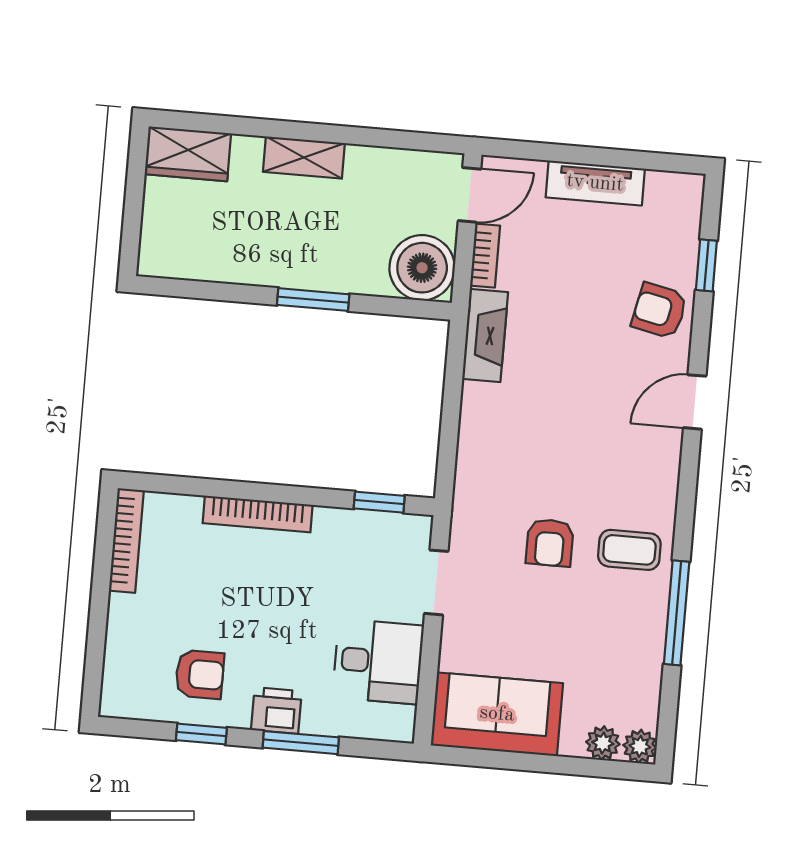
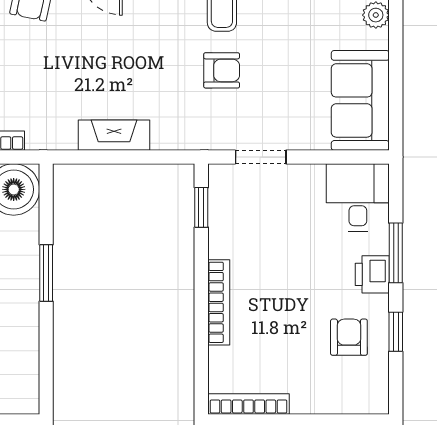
fireplace: (485, 335) -> (114, 135), moved
desk: (378, 661) -> (358, 197), moved

